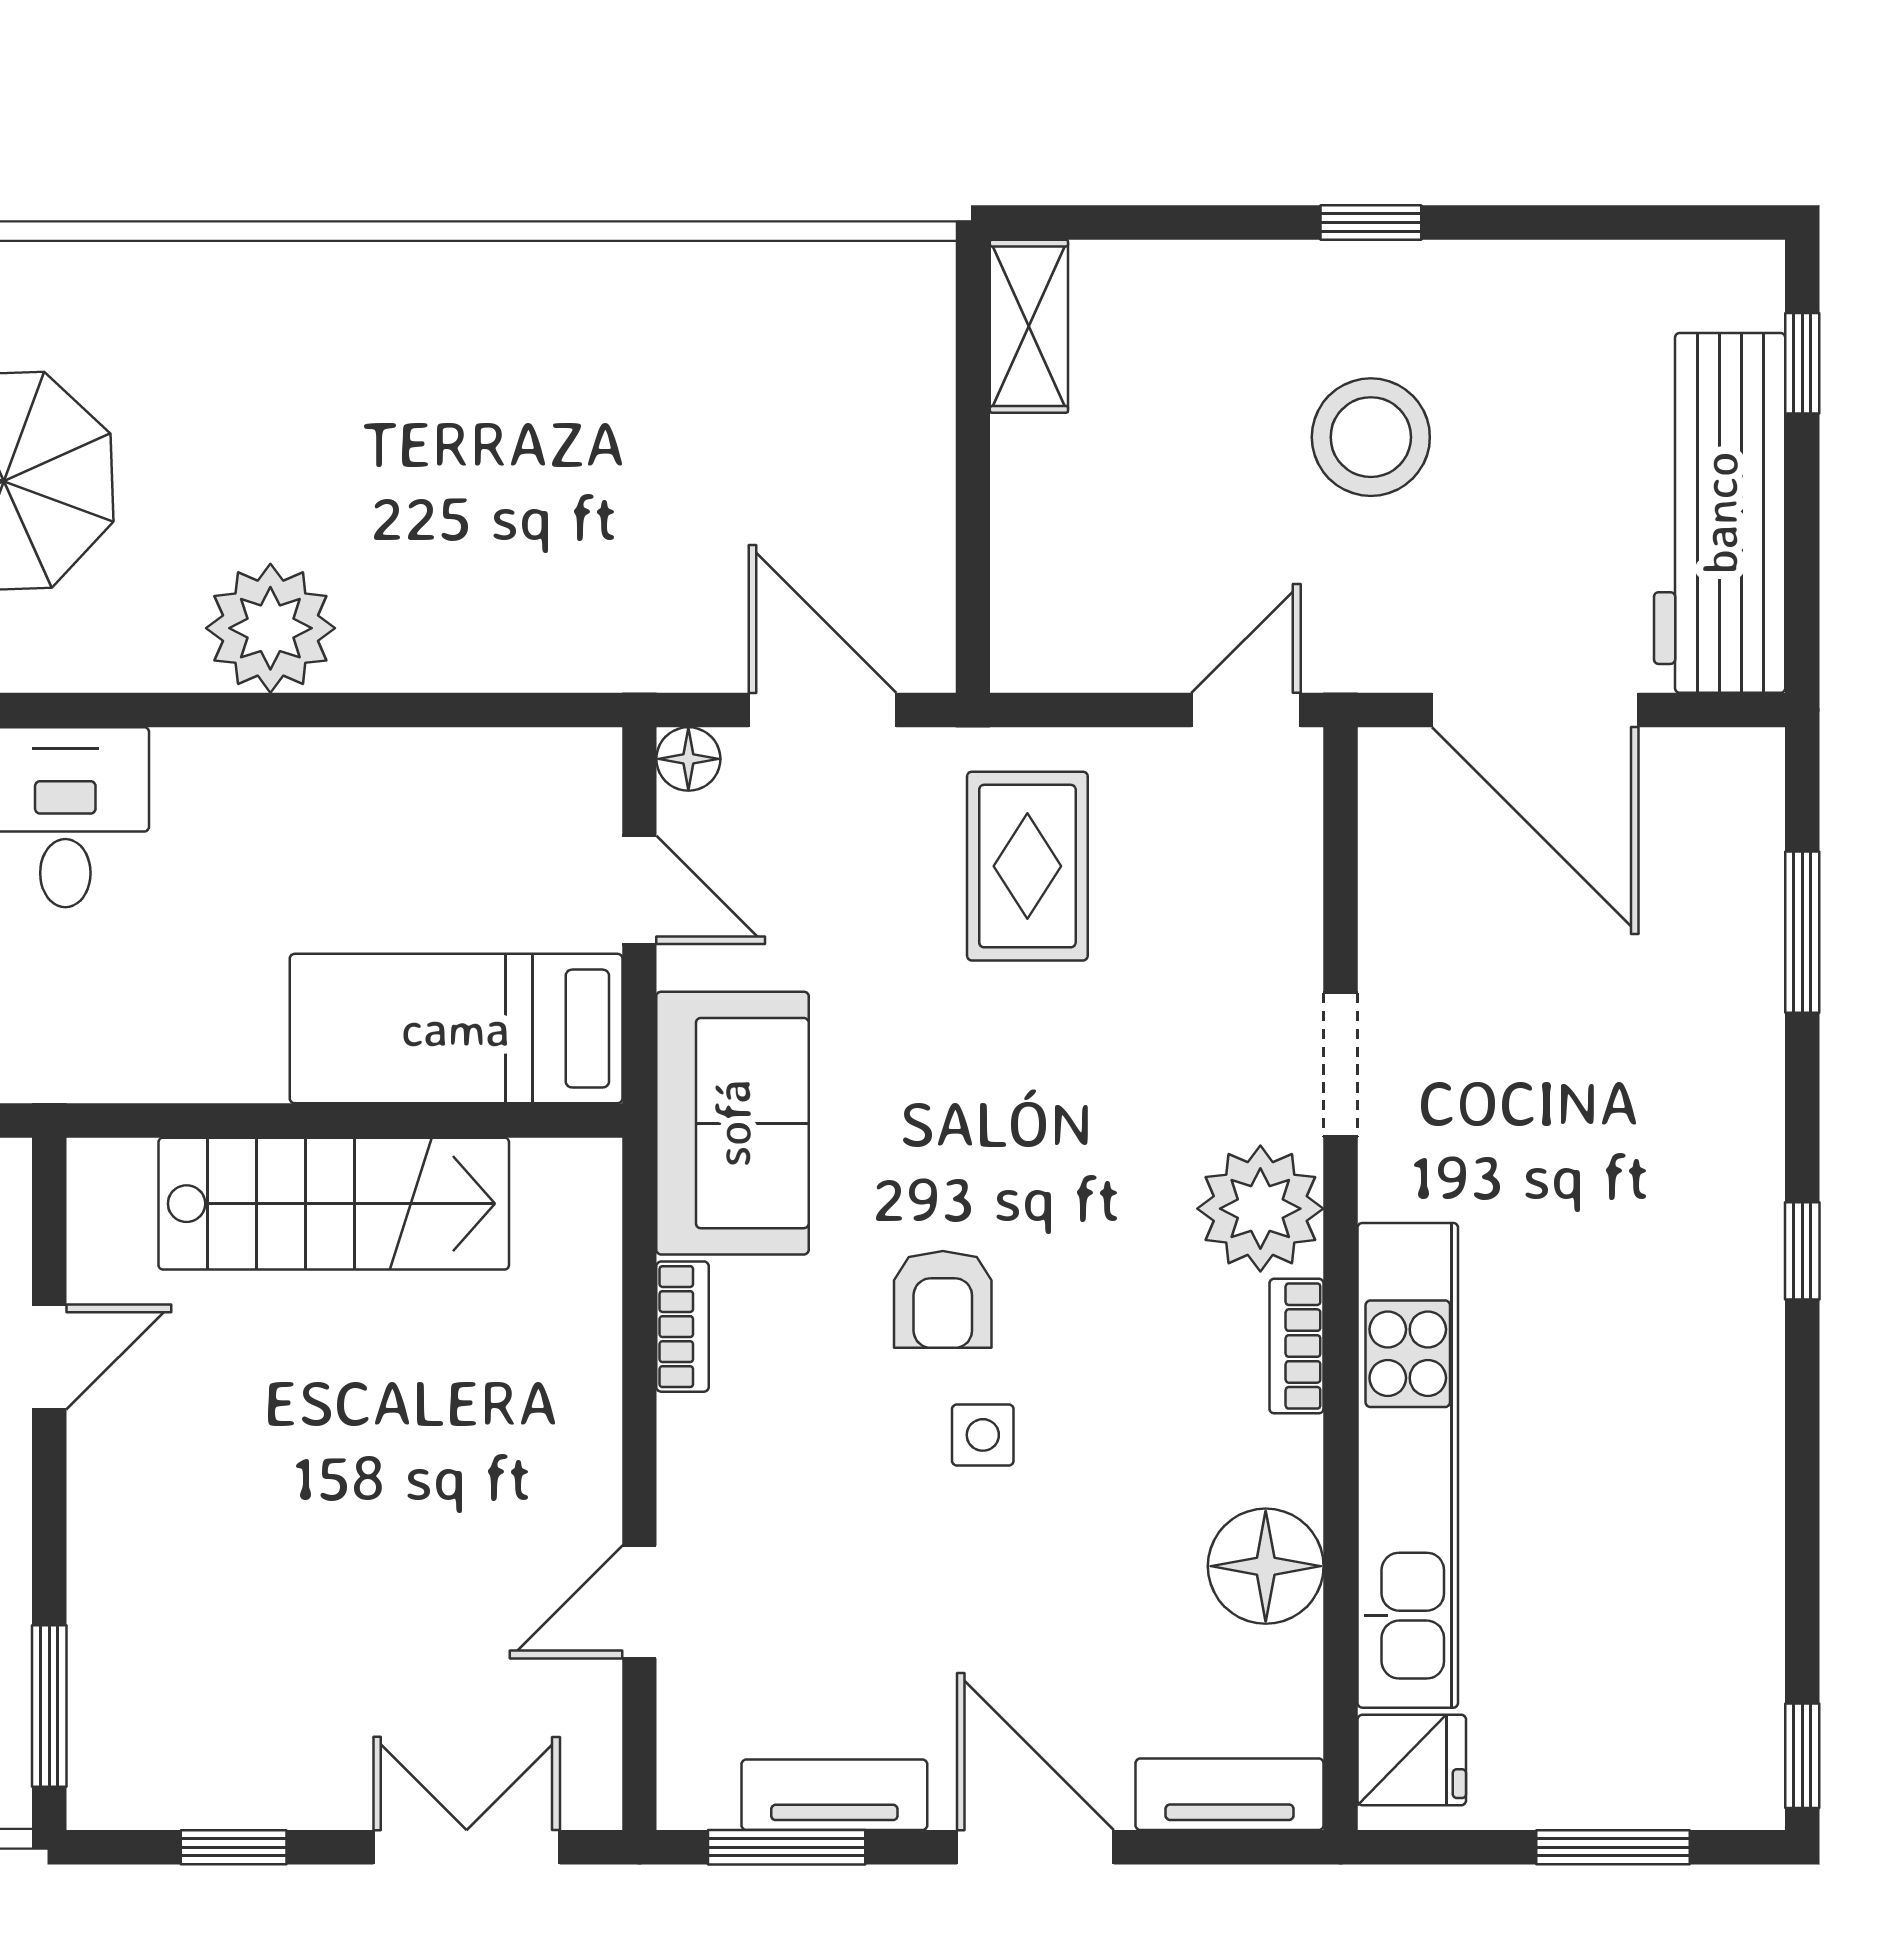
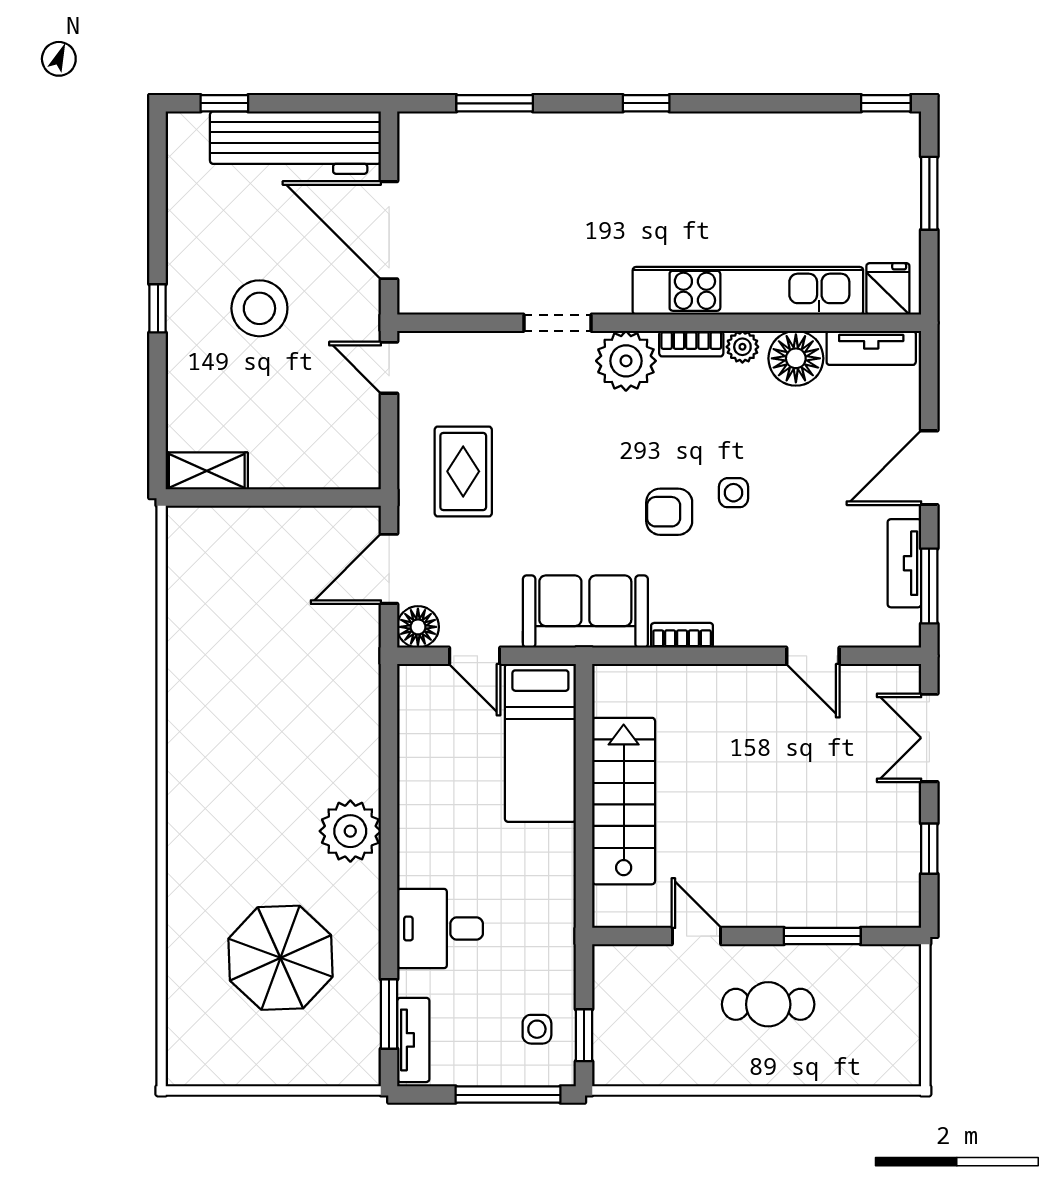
door: (1535, 710) -> (389, 230), swing flipped
floor lamp: (688, 759) -> (418, 627), width x1.37, depth x1.37
rug: (1027, 866) -> (463, 471), turned 90
door: (639, 890) -> (475, 656), swing flipped
armchair: (943, 1299) -> (669, 512), turned 180
plant: (1290, 1454) -> (742, 347), added
window: (49, 1706) -> (822, 936), moved
tv unit: (1230, 1794) -> (871, 348), moved, turned -90

